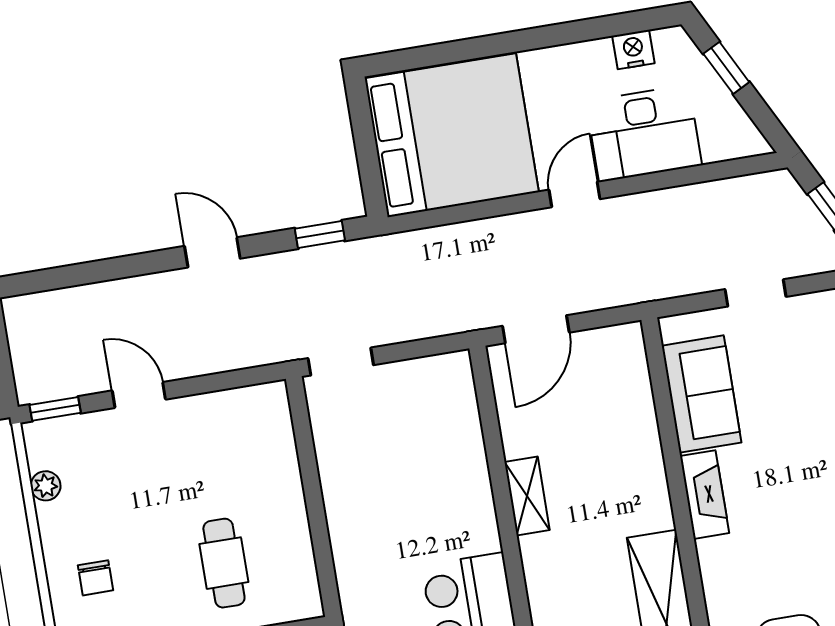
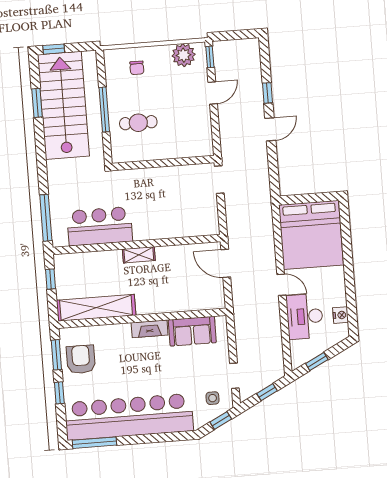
window: (726, 68) -> (317, 361), moved
window: (320, 235) -> (268, 93), moved
doorway: (755, 293) -> (234, 376), moved
plant: (46, 486) -> (184, 55), width x1.88, depth x1.88
shelving: (527, 496) -> (139, 255), moved
chair: (96, 578) -> (137, 68), turned -90

